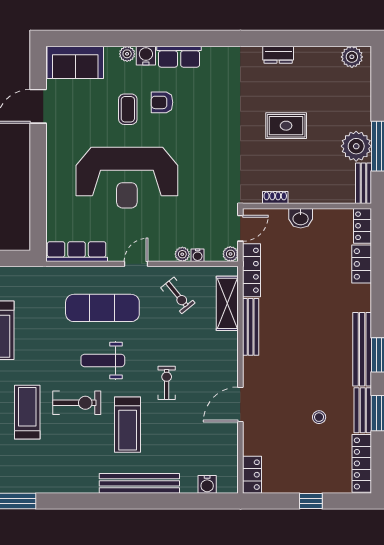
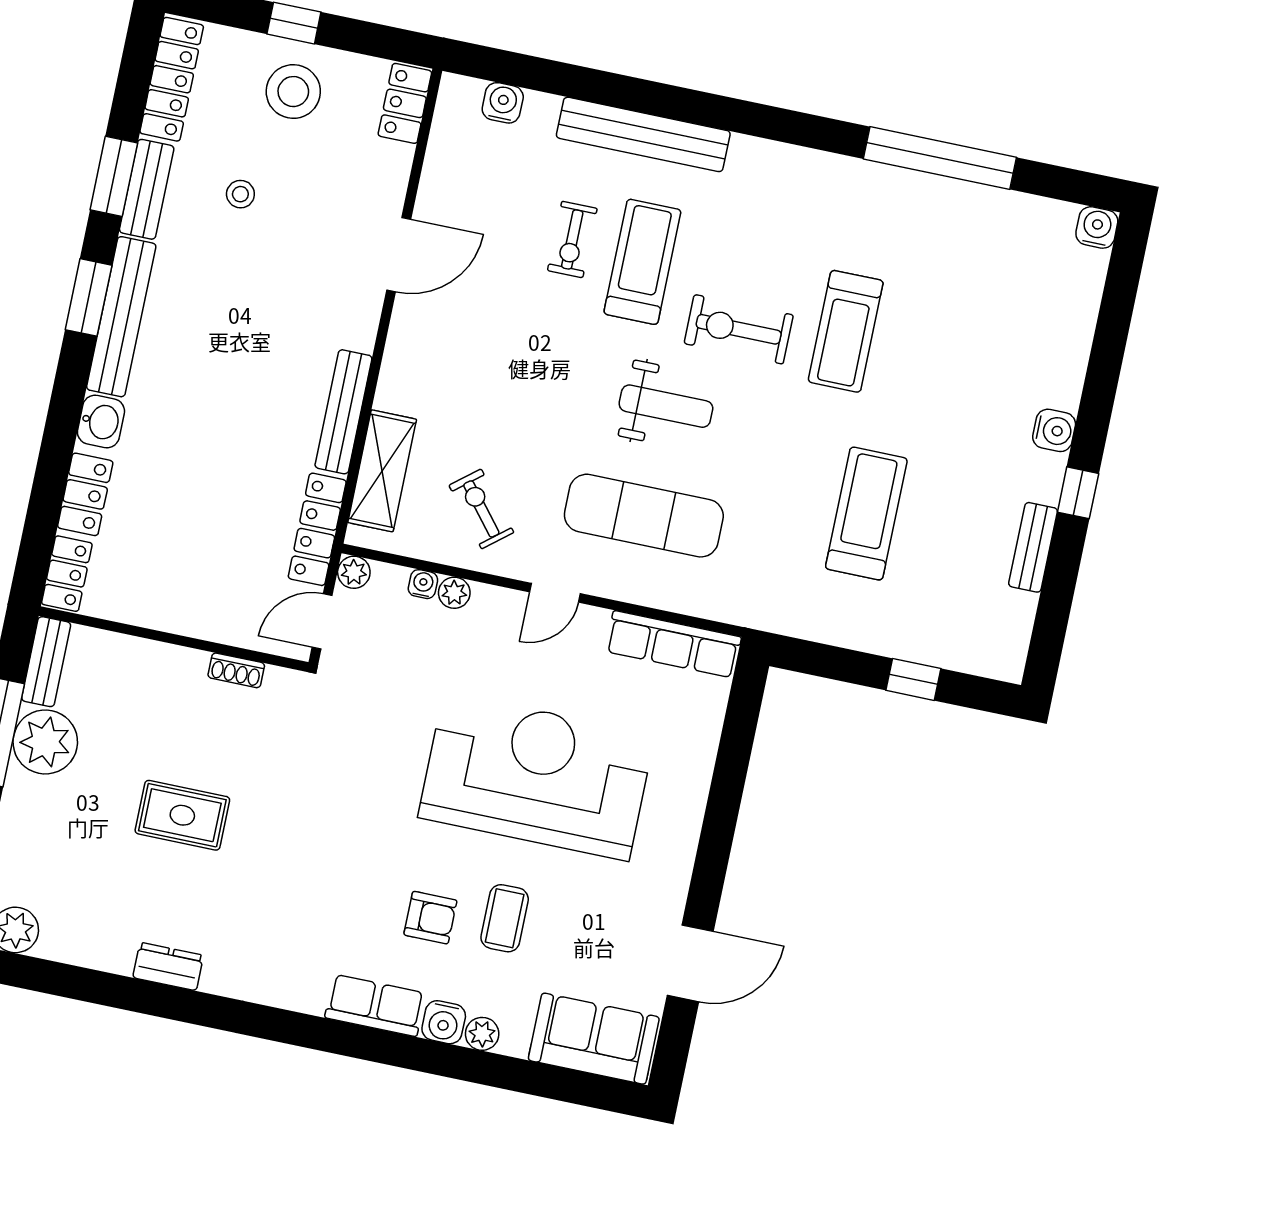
washbasin: (301, 218) -> (101, 421), moved, turned 90
exercise bike: (167, 383) -> (572, 239), moved
stool: (305, 469) -> (293, 92), added

